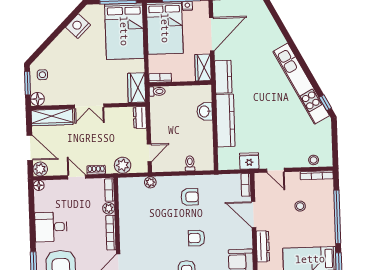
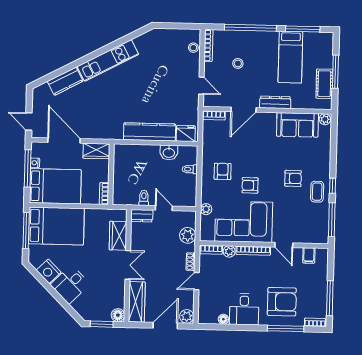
desk: (66, 49) -> (70, 284), added
side table: (42, 75) -> (94, 309), removed
kitchen counter: (223, 77) -> (65, 81), moved, turned 152
kitchen unit: (301, 84) -> (108, 60), width x0.73
wardrobe: (137, 88) -> (118, 236), moved, turned 90
toilet: (157, 91) -> (144, 198), moved
window: (325, 103) -> (138, 33), removed
washbasin: (205, 111) -> (169, 153), moved
door: (149, 153) -> (164, 208), moved
fridge: (249, 161) -> (186, 133), moved, turned 90
door: (276, 170) -> (201, 86), hinge flipped
floor lamp: (39, 185) -> (223, 319), moved
corner sofa: (140, 221) -> (244, 222), added
armchair: (197, 238) -> (250, 185), moved, turned 90

